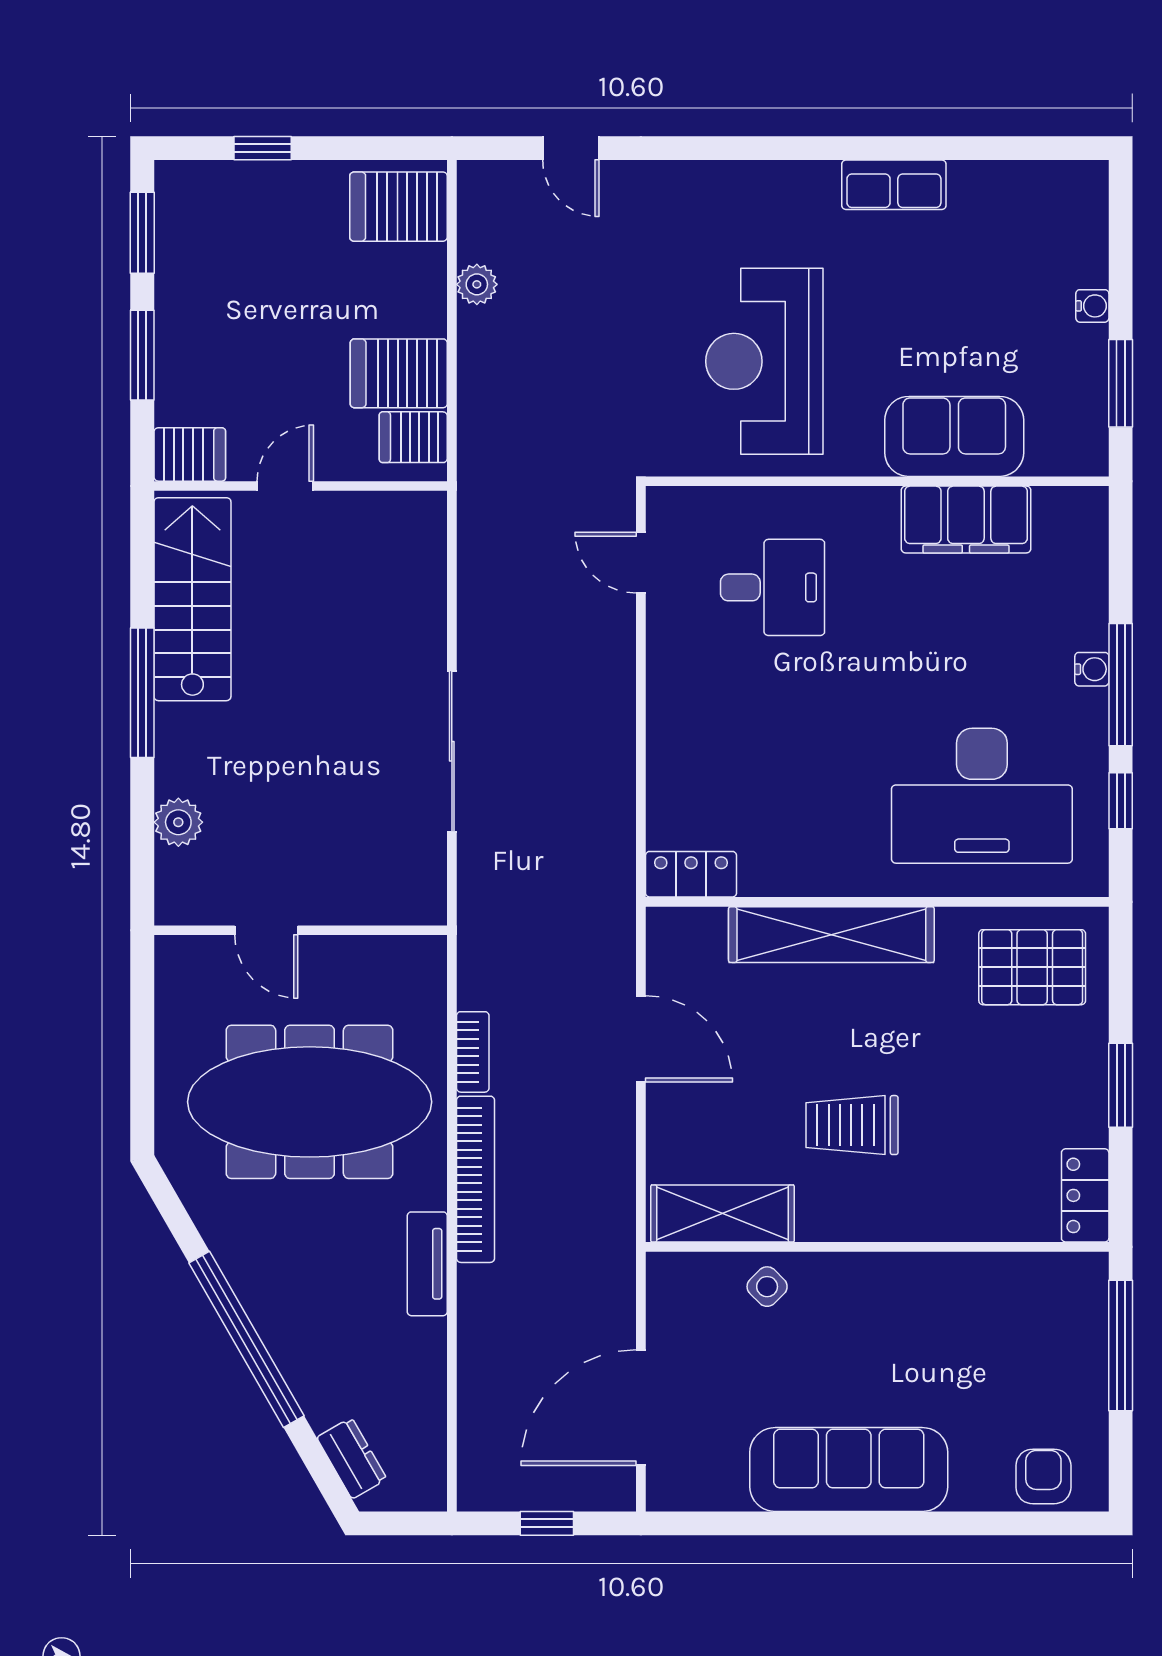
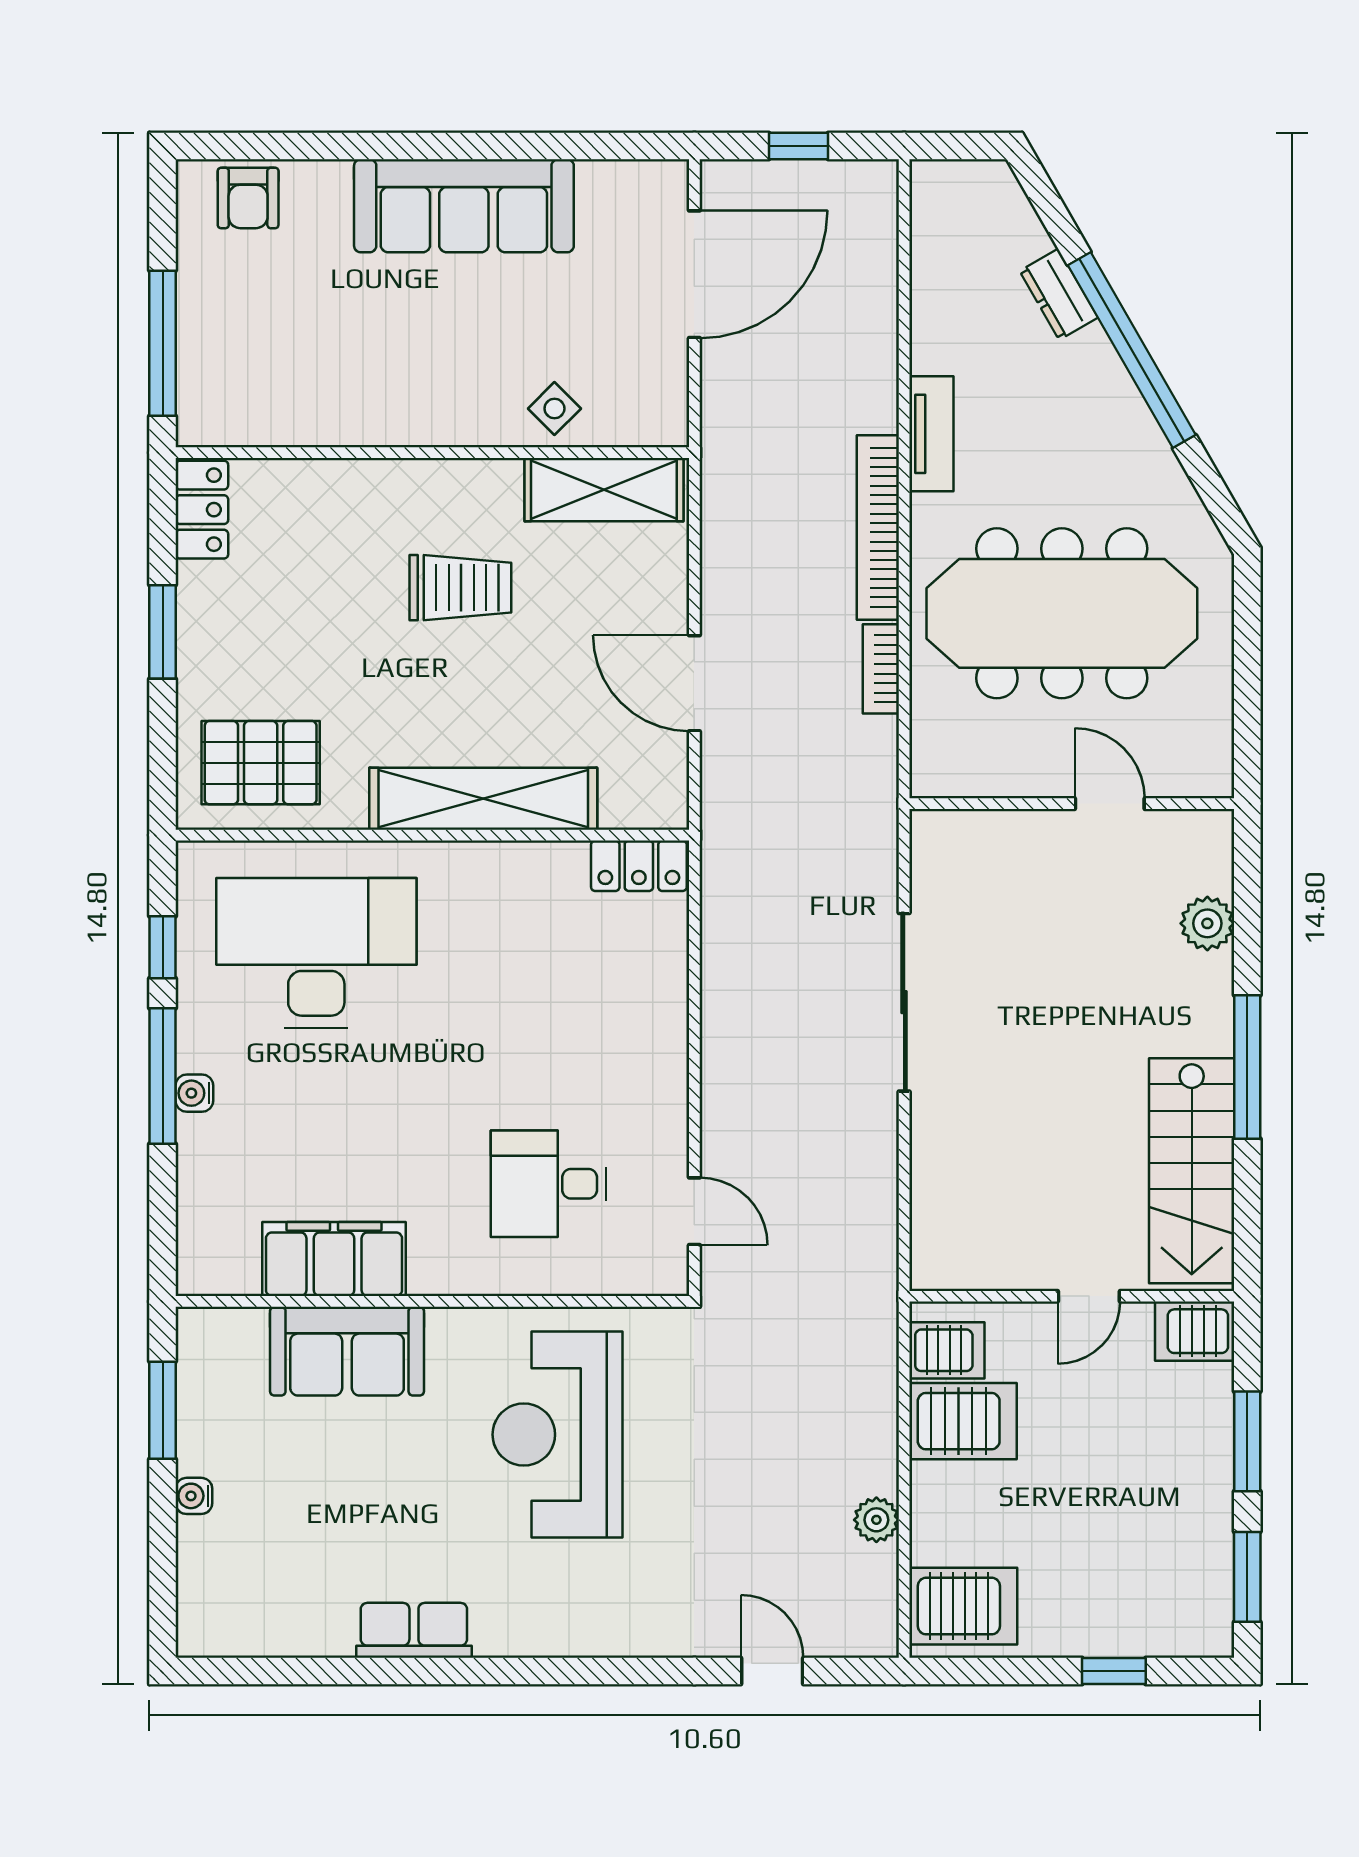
reception desk: (764, 361) -> (558, 1435), turned 180
dresser: (352, 1458) -> (1059, 294), moved

